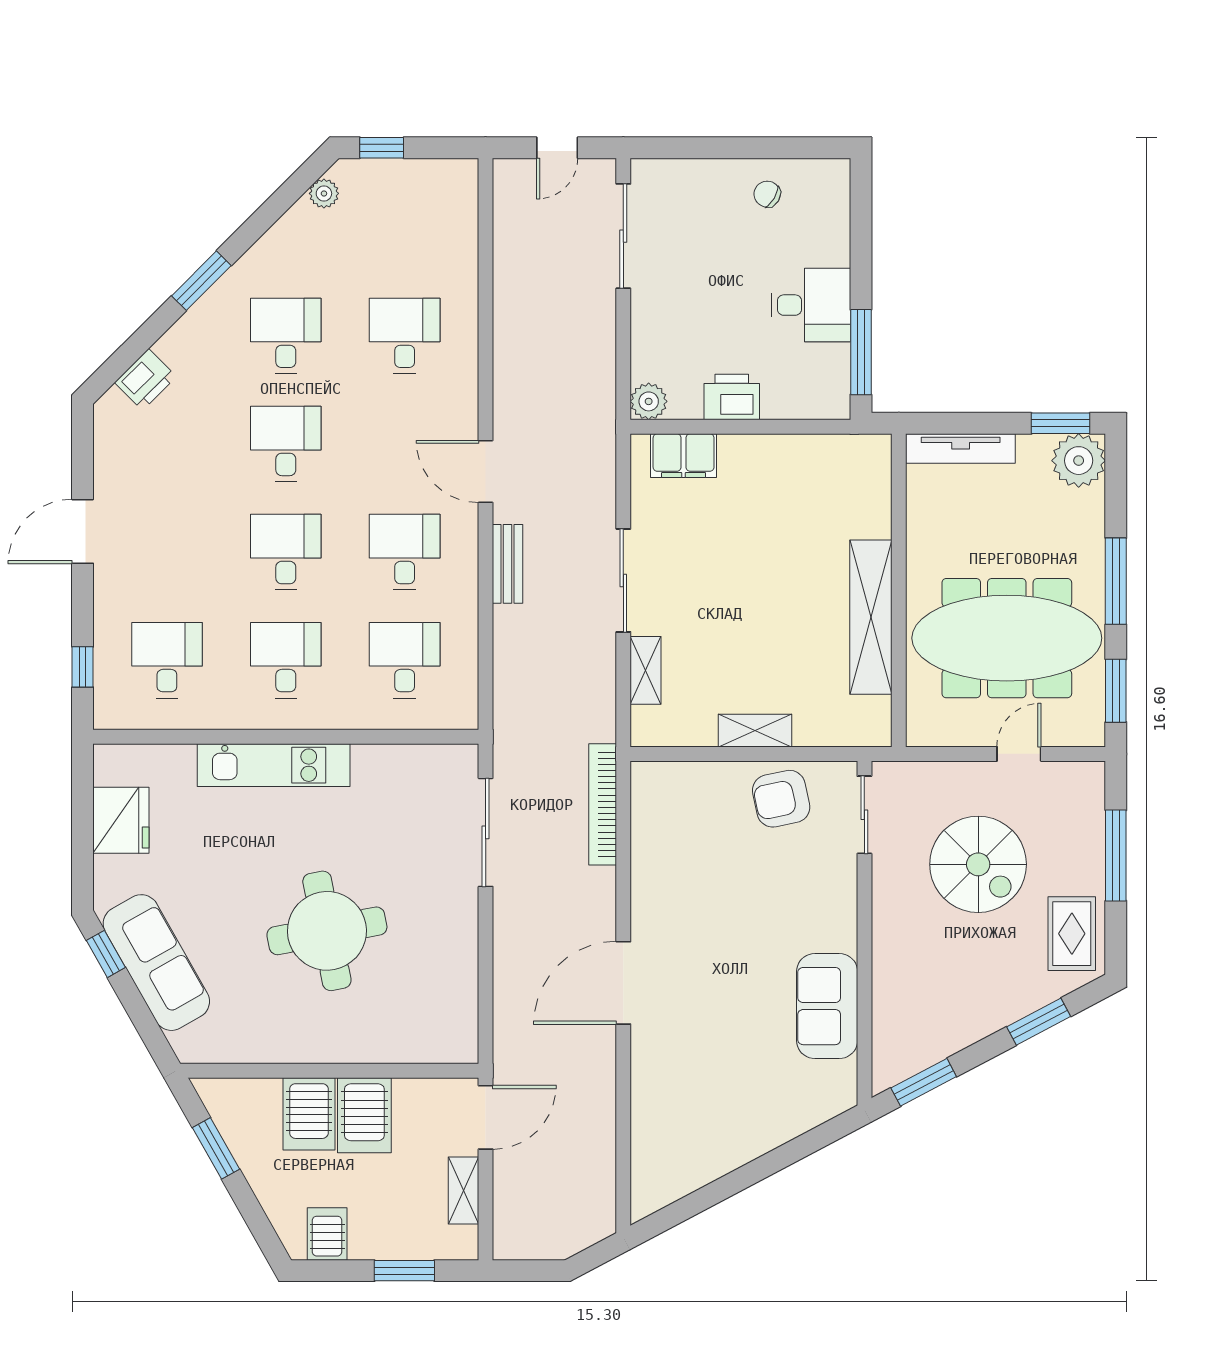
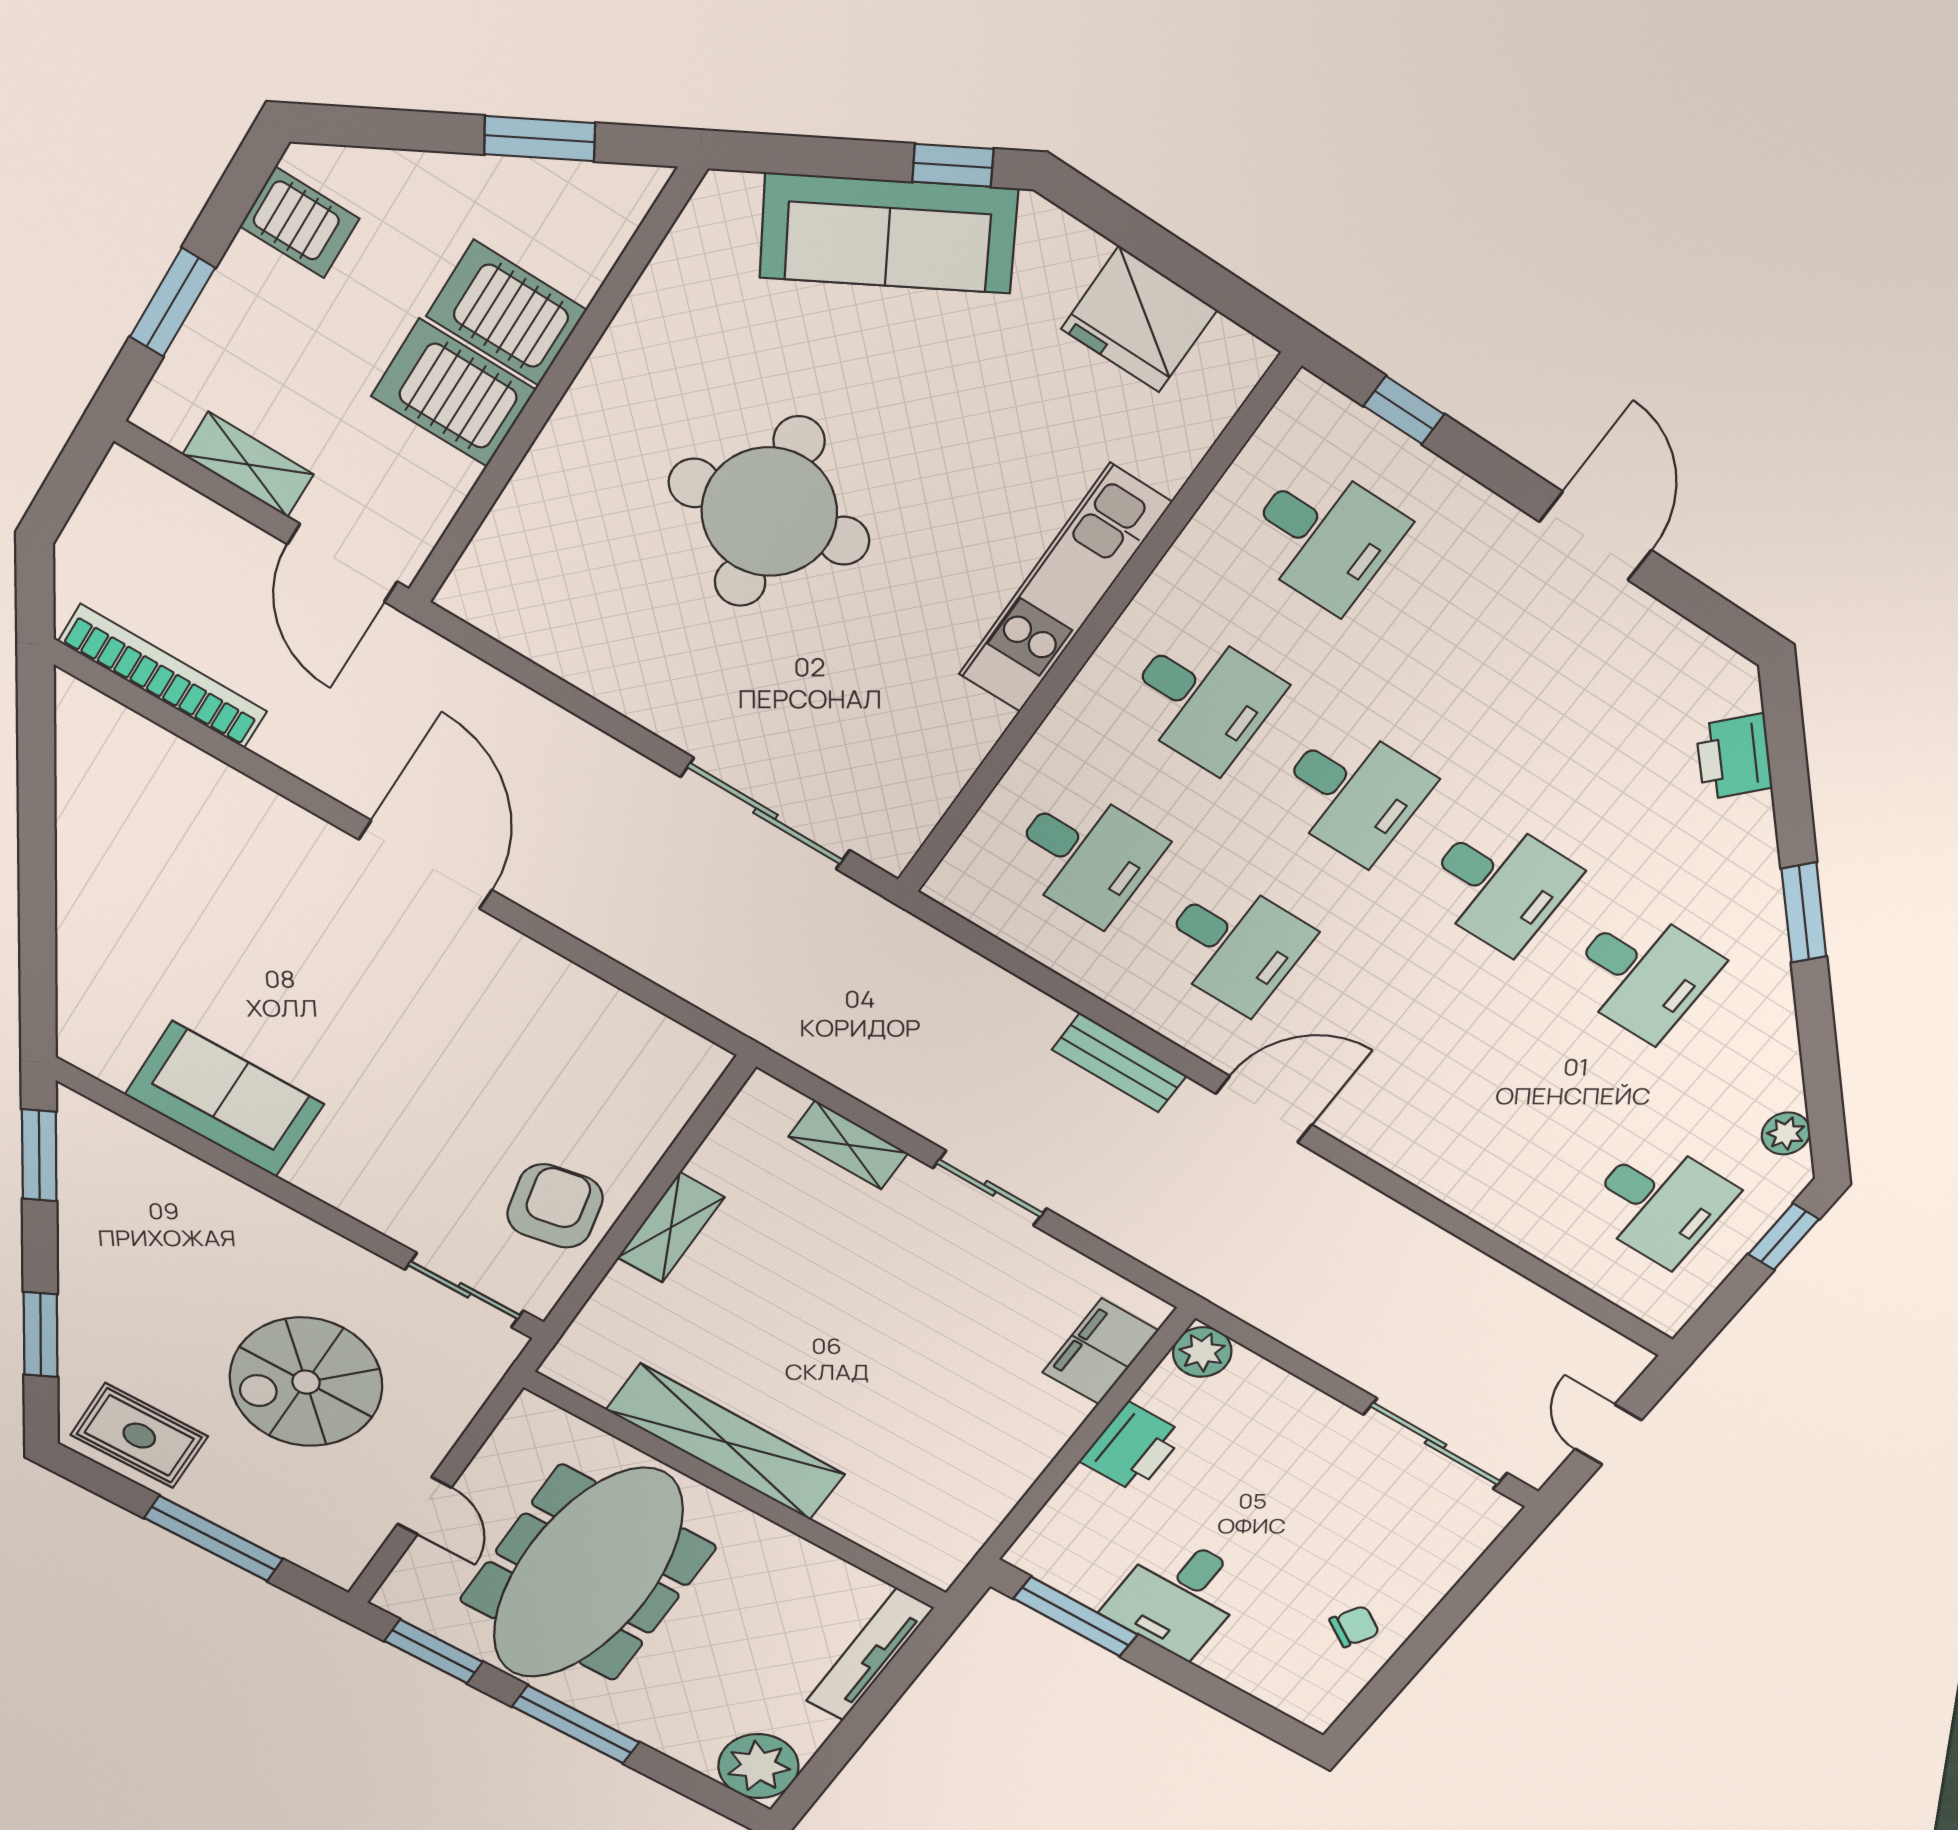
desk: (405, 336) -> (1660, 1202), moved
window: (1061, 423) -> (820, 1772), removed
sliding door: (623, 580) -> (990, 1188), width x0.73
bookcase: (603, 804) -> (163, 676), moved

